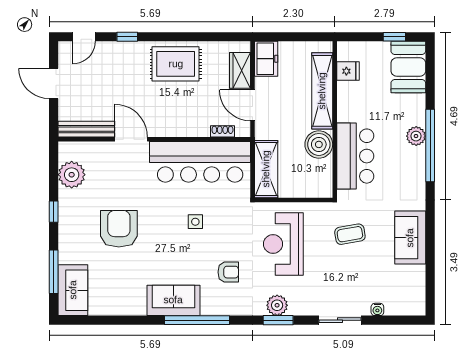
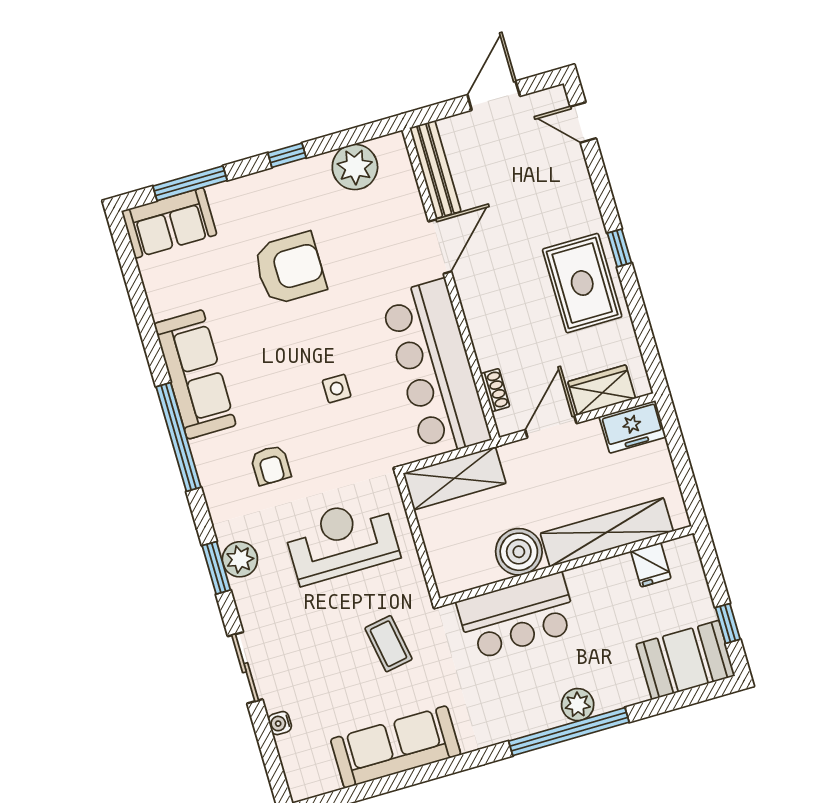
window: (127, 37) -> (619, 248), moved
sofa: (410, 238) -> (396, 747), width x1.36
sofa: (173, 300) -> (195, 374), width x1.36

